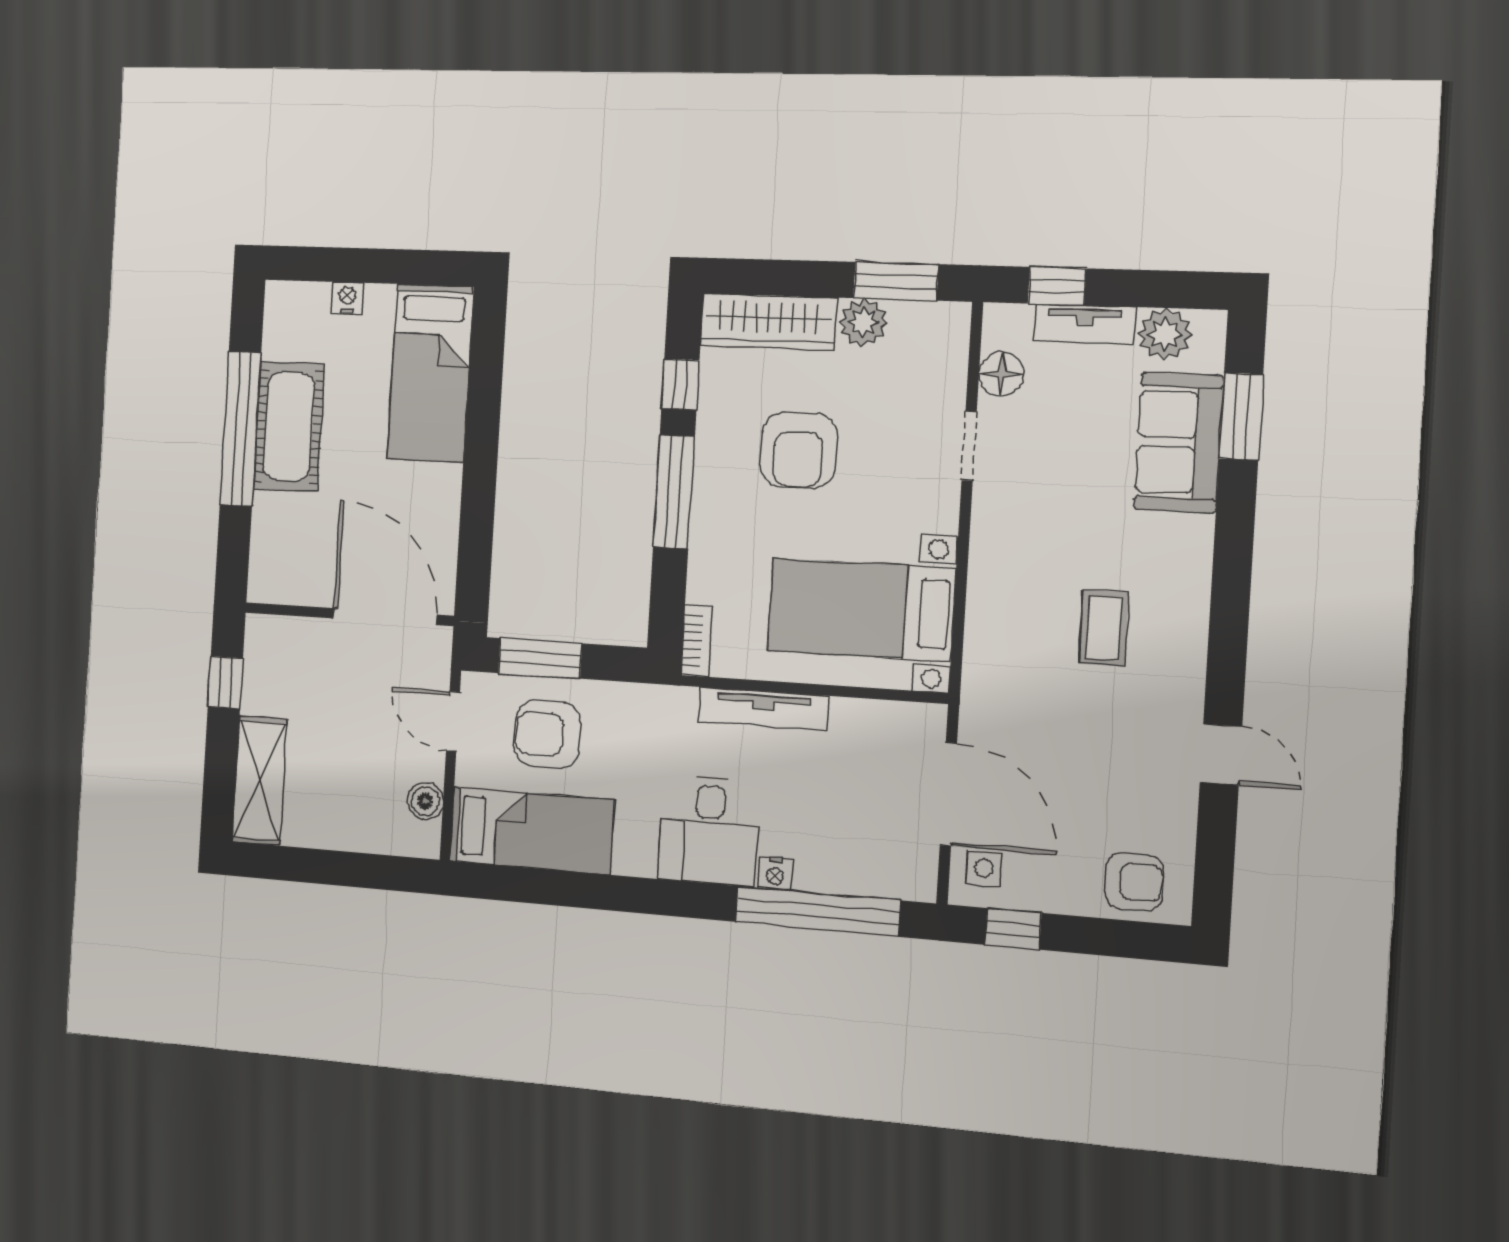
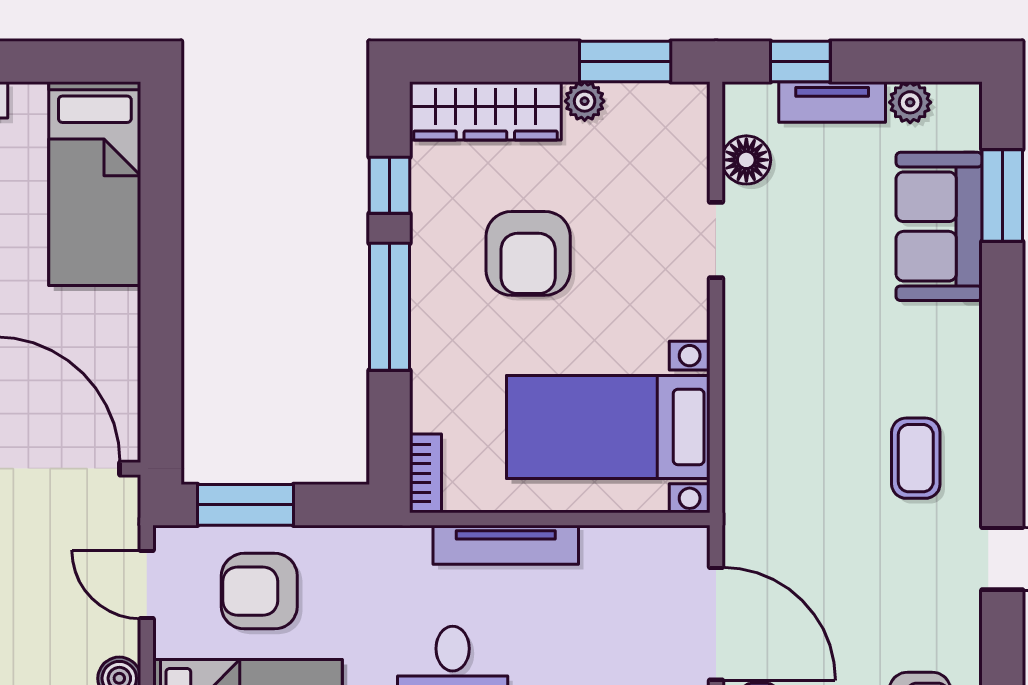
plant: (863, 322) -> (585, 101), width x0.73, depth x0.73
plant: (1165, 334) -> (910, 102), width x0.73, depth x0.73
coffee table: (1104, 628) -> (916, 458), moved

